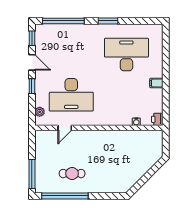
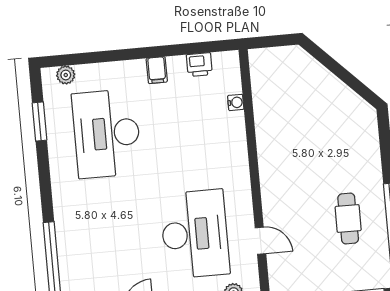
window: (108, 21) -> (39, 122), moved
plant: (158, 36) -> (66, 75), added
printer: (157, 119) -> (199, 65), moved

